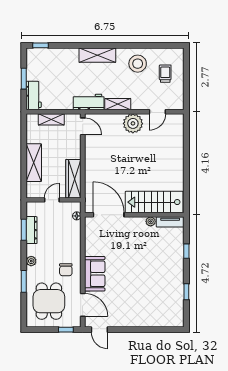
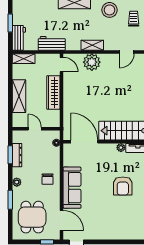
workbench: (89, 102) -> (52, 43), moved
shelving: (51, 119) -> (24, 59), moved
plant: (133, 123) -> (92, 62), moved
wardrobe: (73, 179) -> (53, 92), moved
door: (52, 200) -> (35, 129), hinge flipped
armchair: (153, 265) -> (123, 186), added
chair: (66, 270) -> (48, 179), moved
sofa: (95, 274) -> (72, 188), width x1.36

